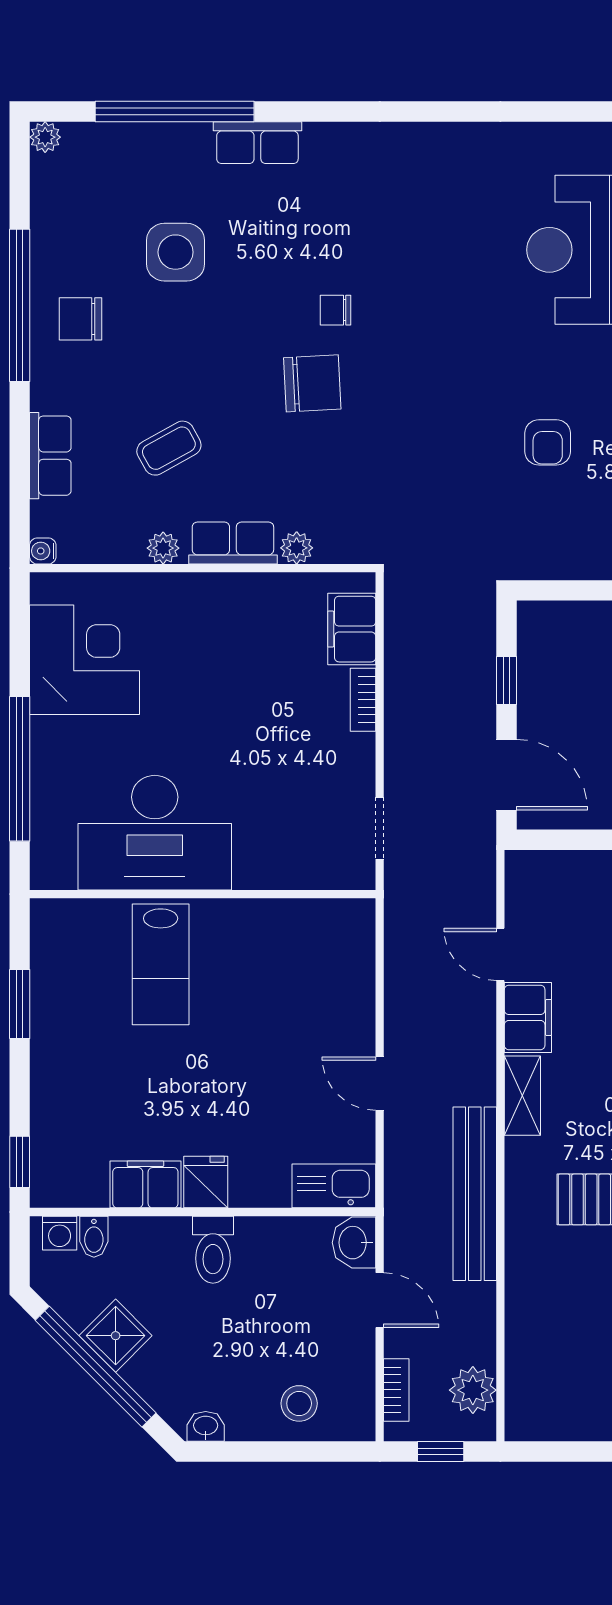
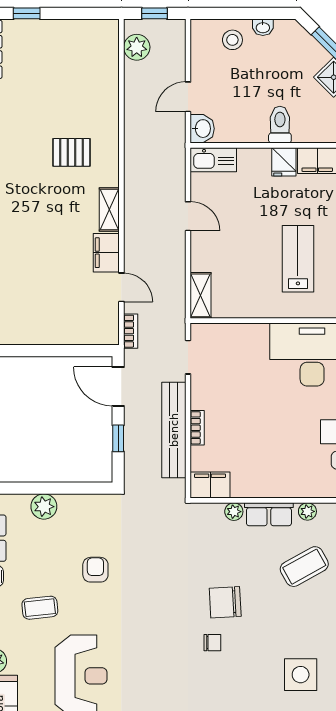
coffee table: (169, 448) -> (304, 567), width x1.36, depth x1.30
filing cabinet: (352, 629) -> (210, 485), moved, turned -90
shelving: (357, 940) -> (201, 295), added
lab bench: (161, 964) -> (298, 259), moved
bench: (475, 1194) -> (174, 430), moved
door: (380, 1300) -> (188, 97), hinge flipped
bookcase: (396, 1390) -> (131, 331), moved, turned 180
washbasin: (206, 1426) -> (263, 27), moved

